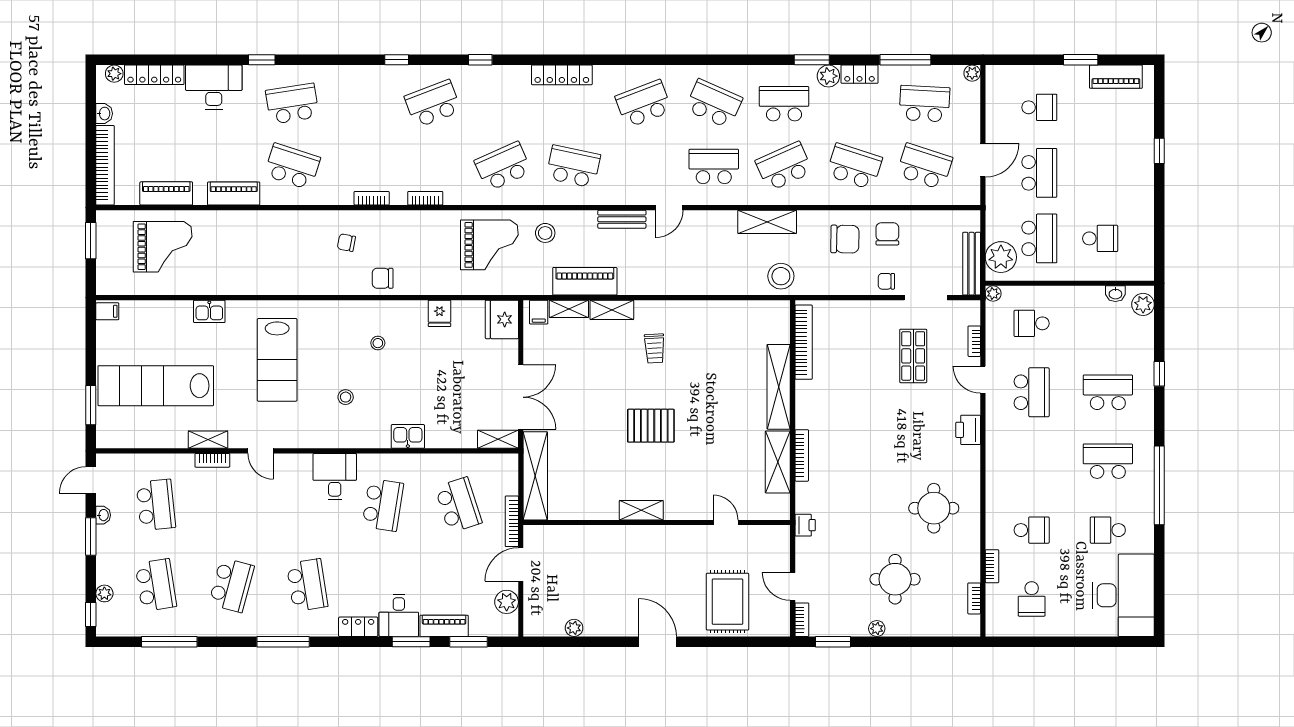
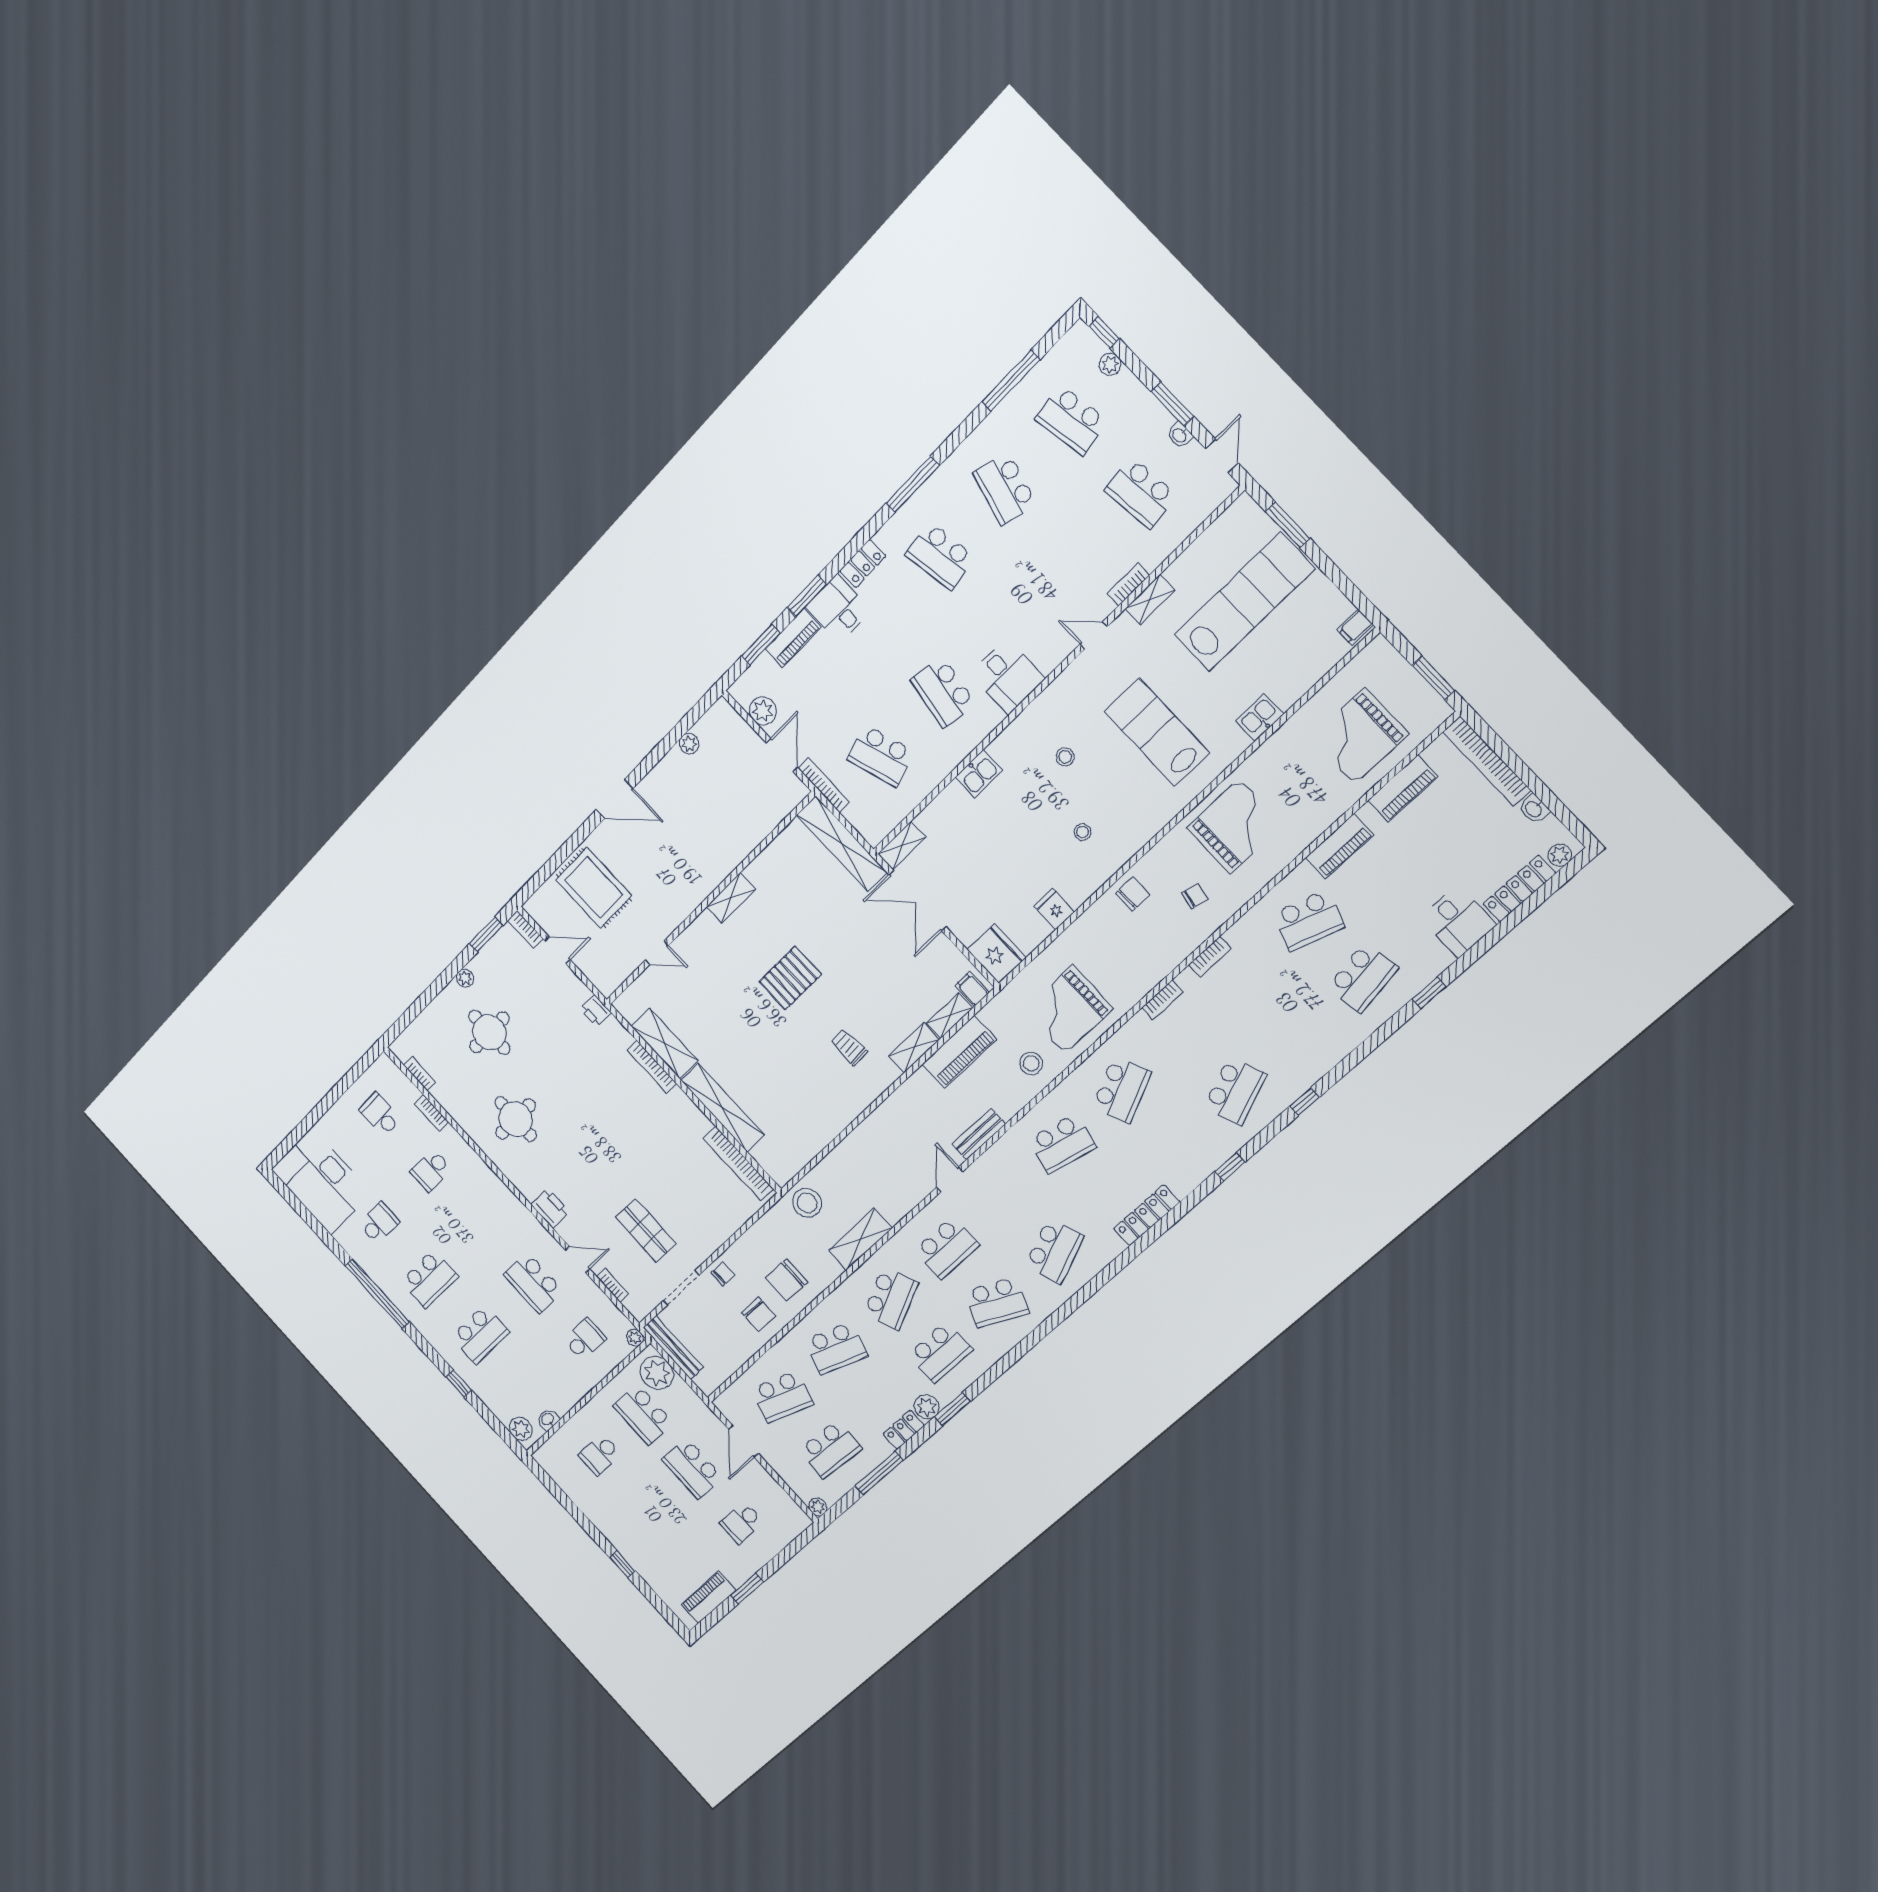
desk: (214, 87) -> (1458, 921), width x0.73
grand piano: (284, 262) -> (1235, 826), added

